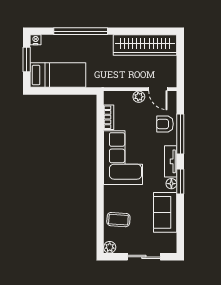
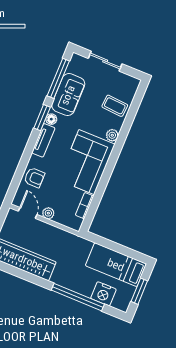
nightstand: (36, 40) -> (103, 294), moved, width x1.89, depth x1.79
window: (180, 134) -> (58, 78), moved
plant: (110, 247) -> (112, 135), moved

